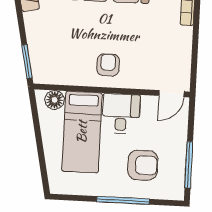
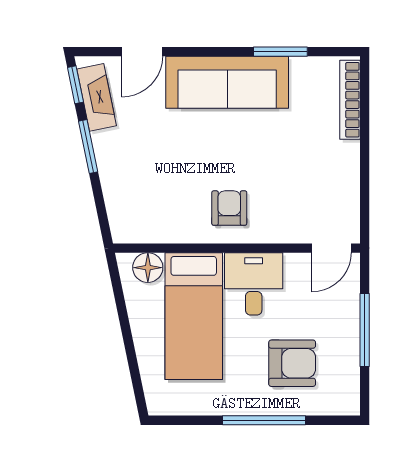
window: (27, 61) -> (88, 146), moved
window: (189, 165) -> (365, 330), moved

